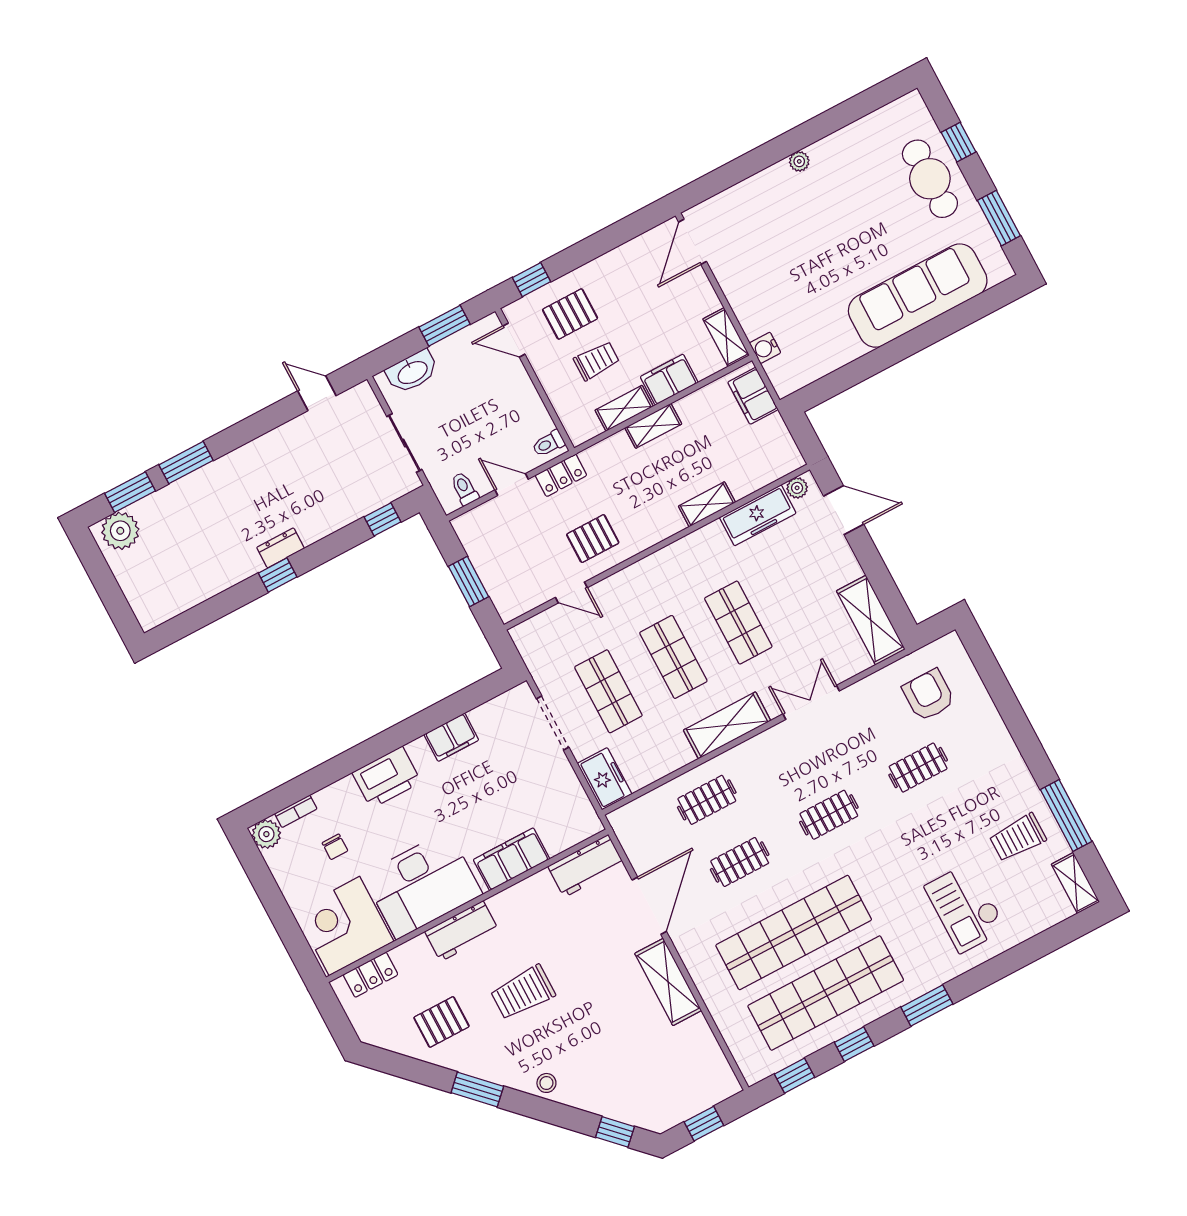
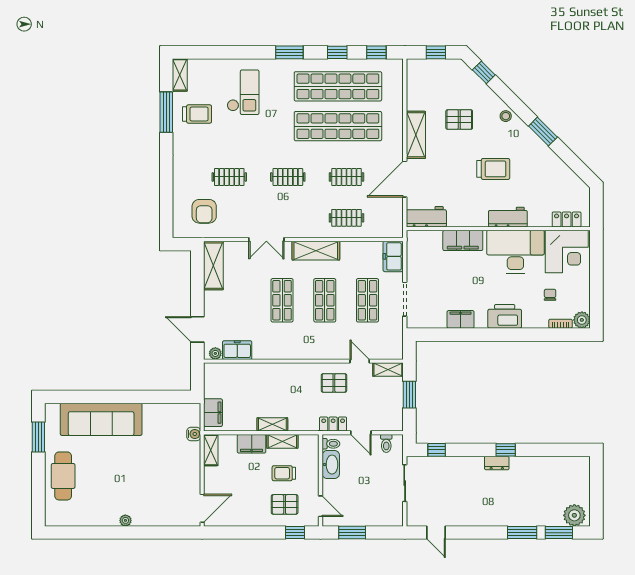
window: (959, 142) -> (38, 487), removed
washbasin: (412, 372) -> (331, 465), moved, turned 90
shelving: (707, 504) -> (388, 369), moved
freezer: (758, 515) -> (237, 350), width x0.71
pallet: (441, 1022) -> (459, 120), moved

